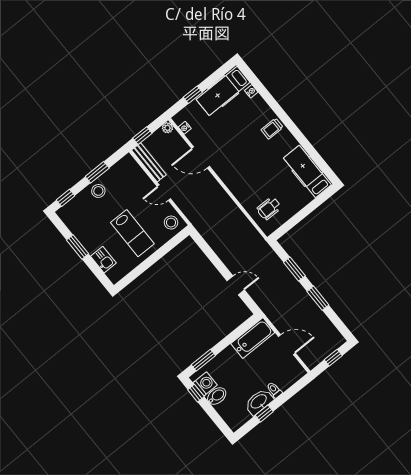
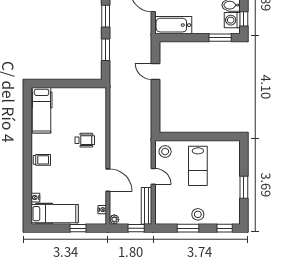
wheelchair: (269, 208) -> (85, 140), moved
lab bench: (132, 233) -> (198, 166), turned 180
kitchen sink: (103, 260) -> (233, 164), removed

